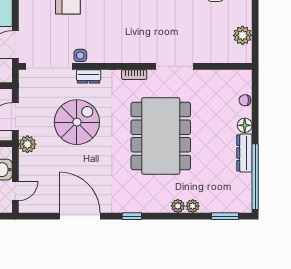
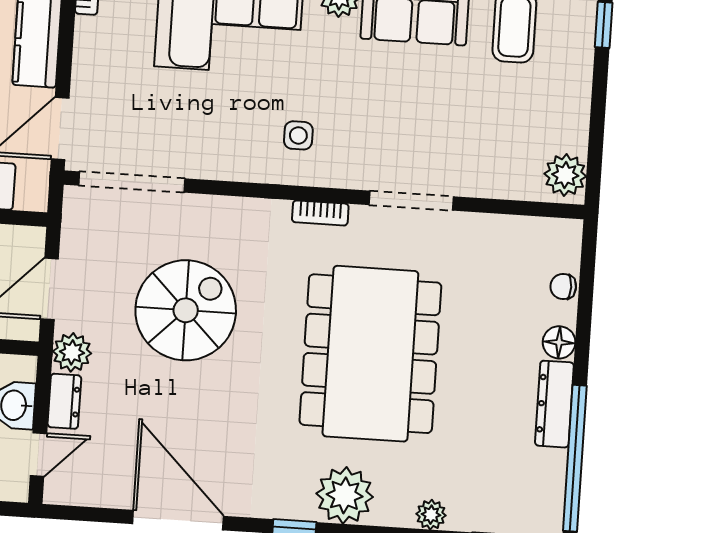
plant: (243, 35) -> (565, 175), moved
side table: (80, 55) -> (298, 135), moved
dresser: (89, 76) -> (64, 401), moved, turned -90
plant: (178, 206) -> (345, 495), moved, width x1.87, depth x1.87

